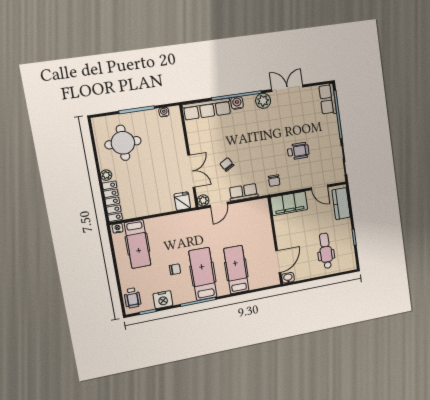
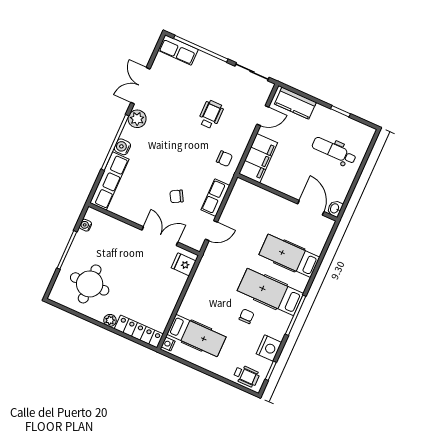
plant: (203, 200) -> (197, 243), removed
door: (219, 205) -> (211, 231), hinge flipped

